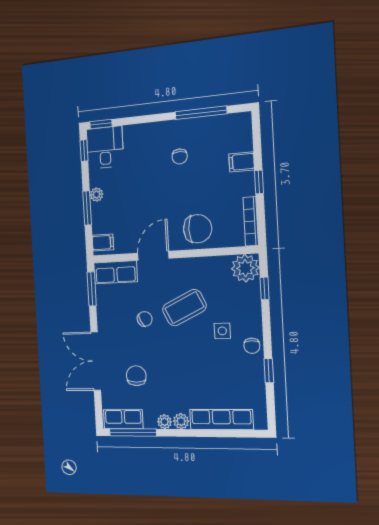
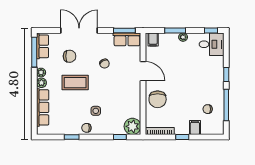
window: (101, 124) -> (226, 75), moved
chair: (180, 156) -> (208, 109), moved
row of seats: (115, 272) -> (127, 39), moved, turned -90
coffee table: (184, 308) -> (75, 83), moved, turned -64

